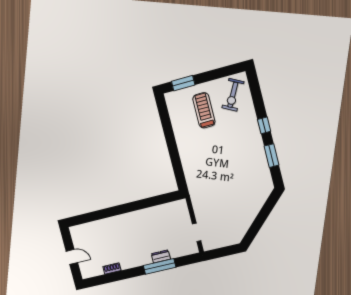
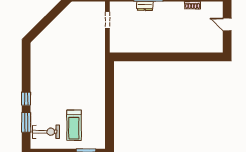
exercise bike: (233, 95) -> (46, 132), turned 62
window: (271, 156) -> (26, 122), moved

